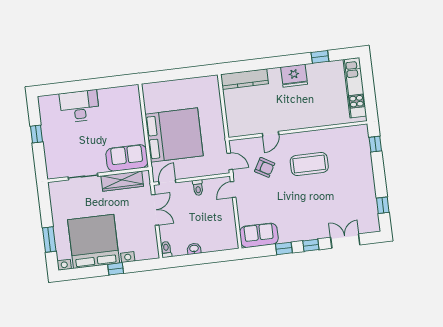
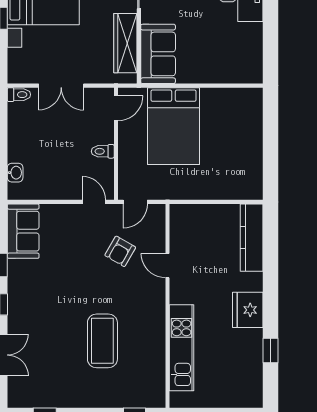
kitchen unit: (355, 88) -> (182, 348), moved, turned 90
bed: (174, 135) -> (174, 126), width x0.73
coffee table: (309, 164) -> (102, 341), moved
door: (167, 182) -> (116, 108), hinge flipped
double door: (155, 210) -> (61, 86), moved
washbasin: (194, 249) -> (15, 173), moved

